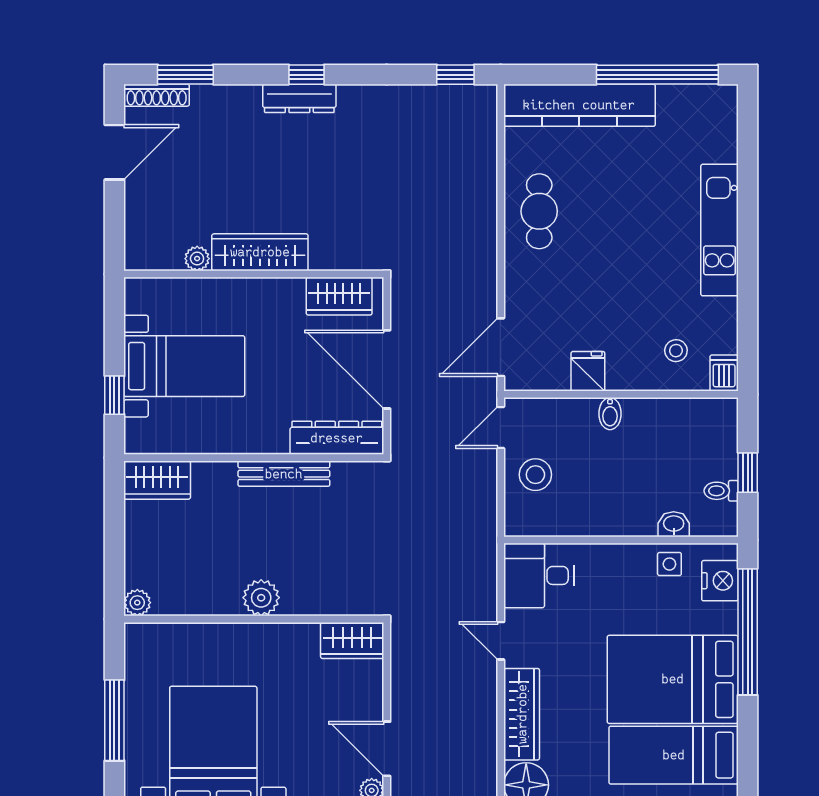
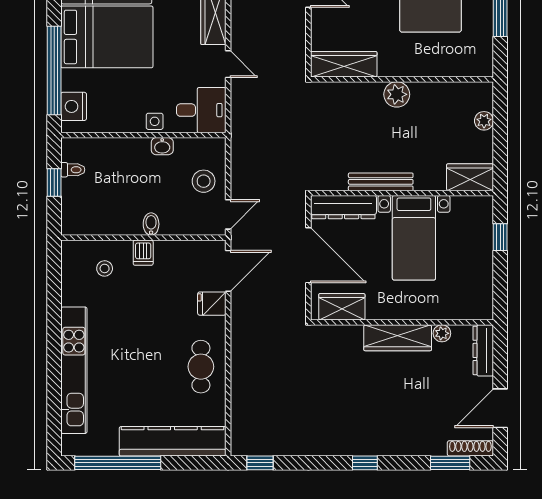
dresser: (299, 98) -> (483, 350), moved, turned -90
kitchen unit: (720, 230) -> (74, 370), width x1.36
bed with nightstands: (184, 366) -> (414, 238), moved, turned -90
fridge: (588, 371) -> (212, 304), moved, turned 90
dishwasher: (724, 373) -> (143, 253), moved
washbasin: (674, 524) -> (162, 146), moved
side table: (669, 564) -> (155, 121), moved
plant: (137, 603) -> (484, 121), moved
wardrobe: (352, 640) -> (344, 64), width x1.50

